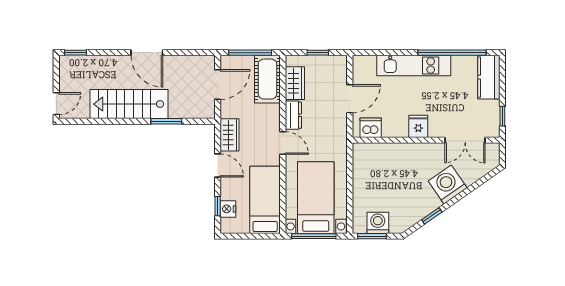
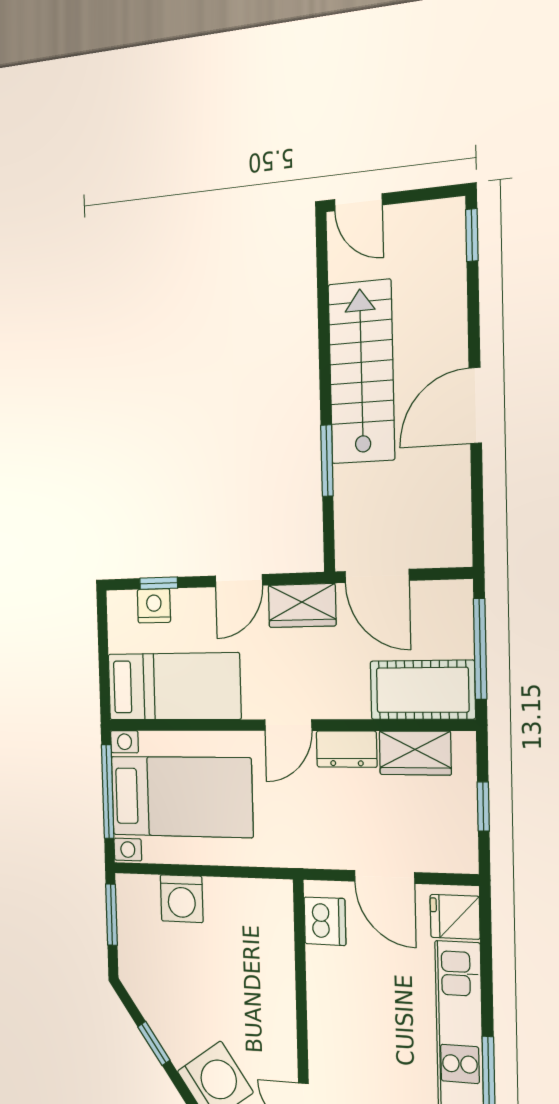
door: (218, 84) -> (377, 576), moved
fridge: (418, 126) -> (455, 917), moved, turned 180
washing machine: (378, 223) -> (182, 899), moved, turned 90

